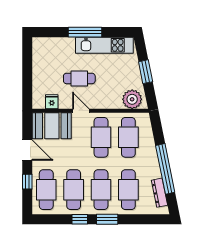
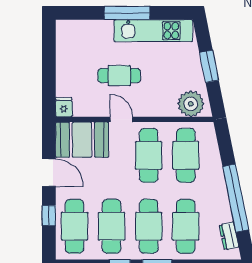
fridge: (52, 102) -> (64, 107), moved
dresser: (159, 193) -> (229, 236), width x0.70

